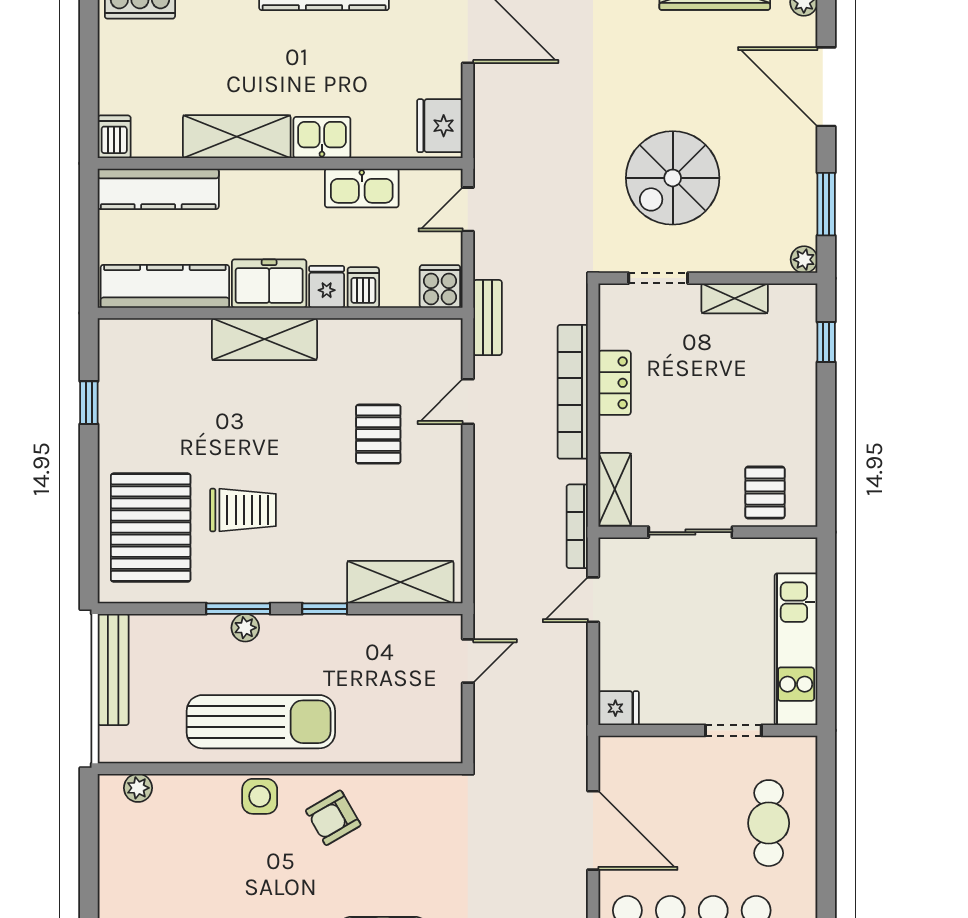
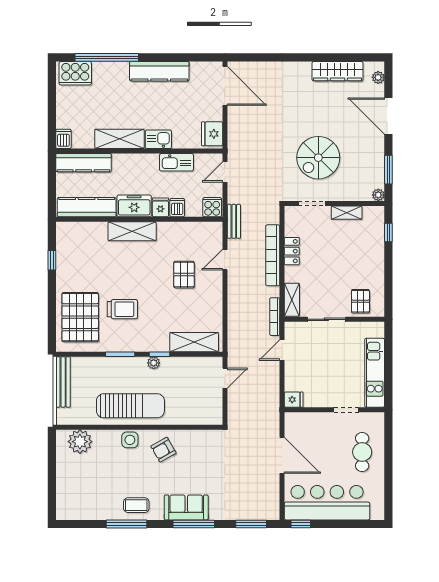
plant: (245, 628) -> (154, 363), moved
plant: (138, 788) -> (80, 442), width x1.88, depth x1.88

